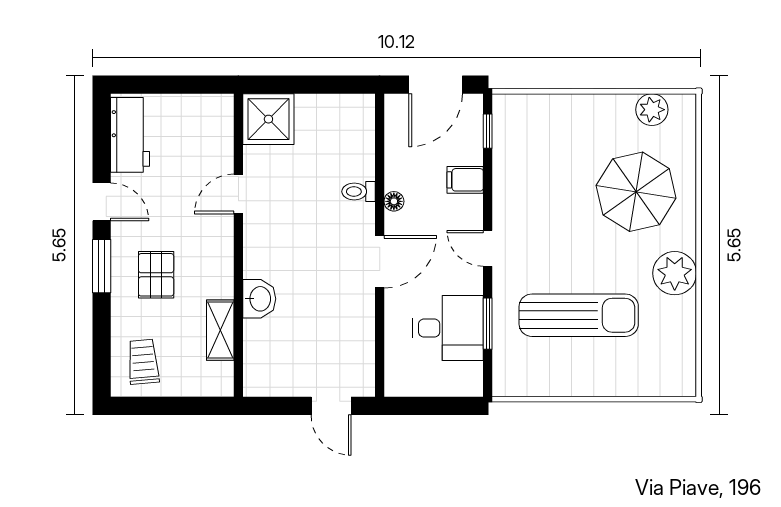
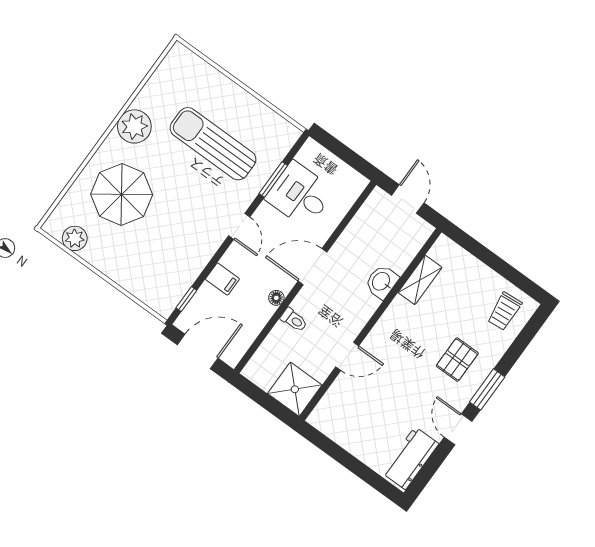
shower: (268, 119) -> (295, 389), moved
door: (238, 194) -> (347, 356), moved
wall: (238, 245) -> (370, 324), moved
washbasin: (259, 299) -> (382, 282), moved
shelving: (220, 330) -> (420, 280), moved

